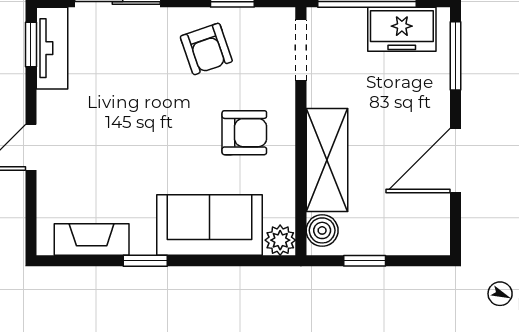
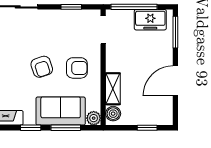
armchair: (206, 49) -> (42, 67), moved
shelving: (327, 160) -> (113, 89), width x0.67, depth x0.75
window: (221, 261) -> (66, 128), added
window: (365, 261) -> (147, 128), moved

